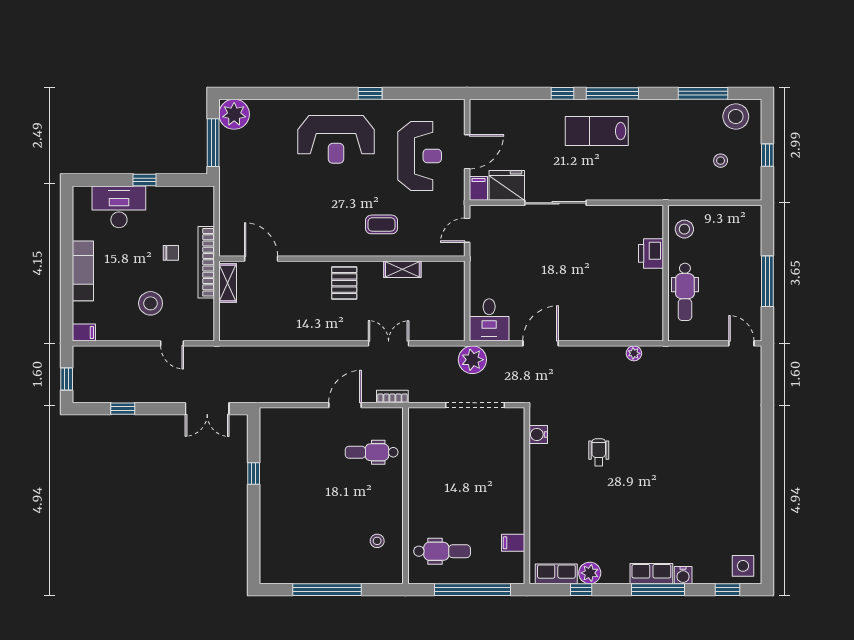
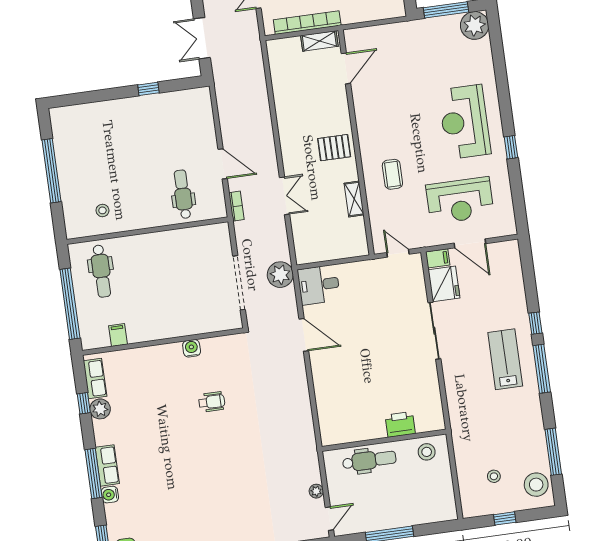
bookcase: (206, 262) -> (307, 23), moved
dental chair: (685, 292) -> (369, 460), turned 180
plant: (634, 353) -> (316, 491), moved
water cooler: (538, 434) -> (192, 348), moved

